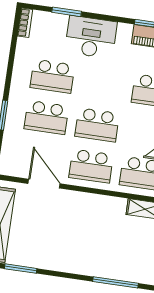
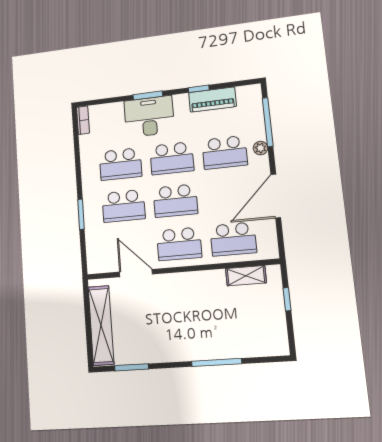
window: (67, 12) -> (148, 95), moved
school desk: (103, 84) -> (172, 158), added
window: (116, 282) -> (217, 362), moved

